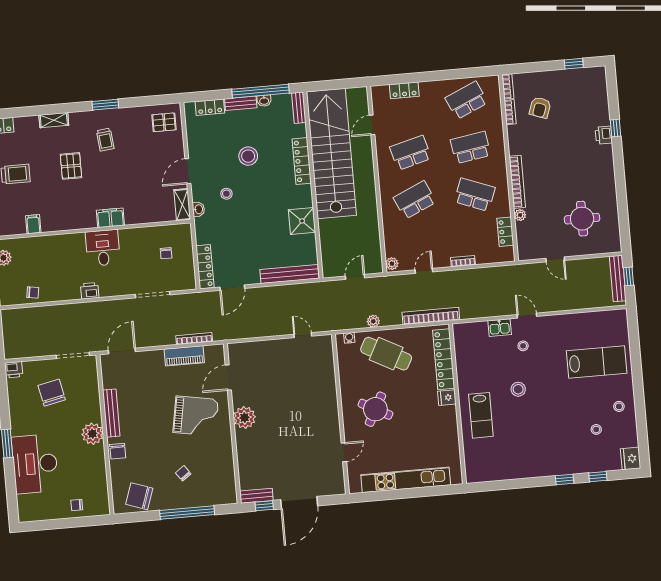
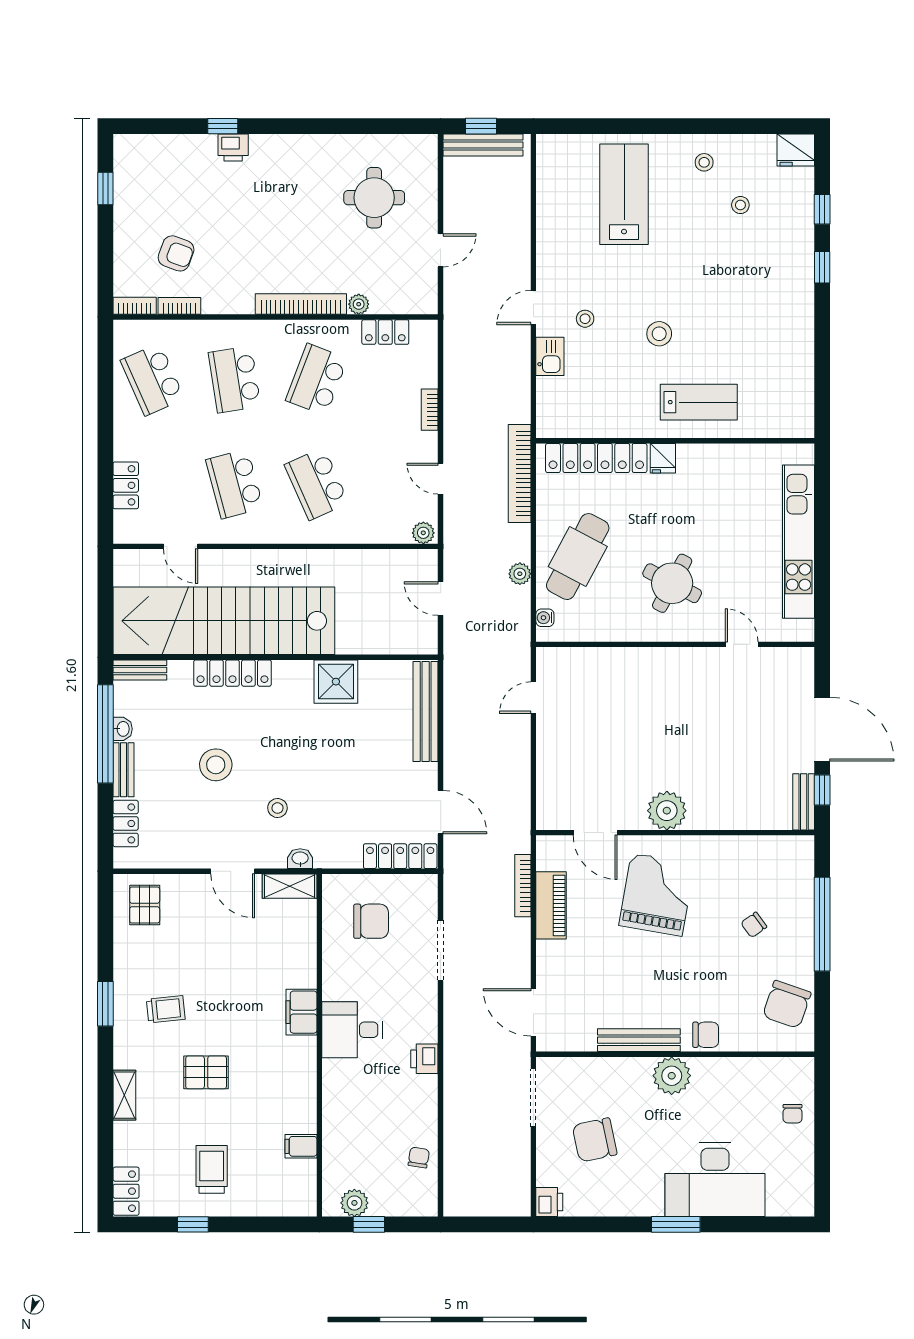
chair: (166, 253) -> (371, 921), width x1.87, depth x1.87

